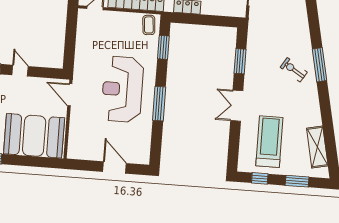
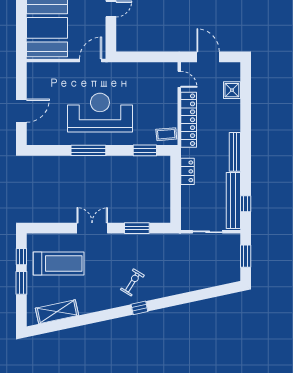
window: (320, 65) -> (139, 308), width x0.46
window: (297, 181) -> (21, 283), moved

